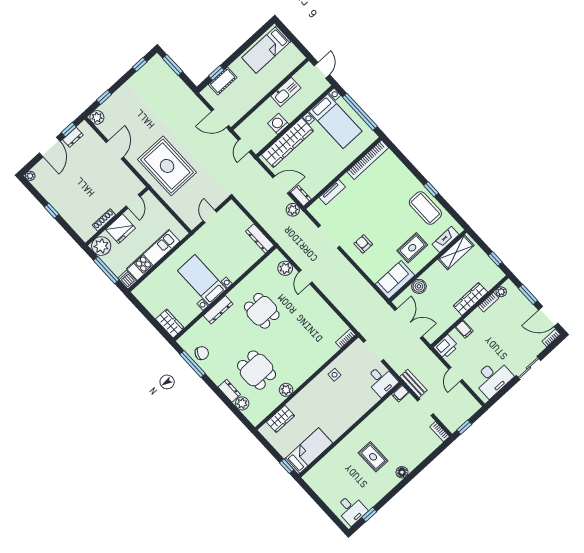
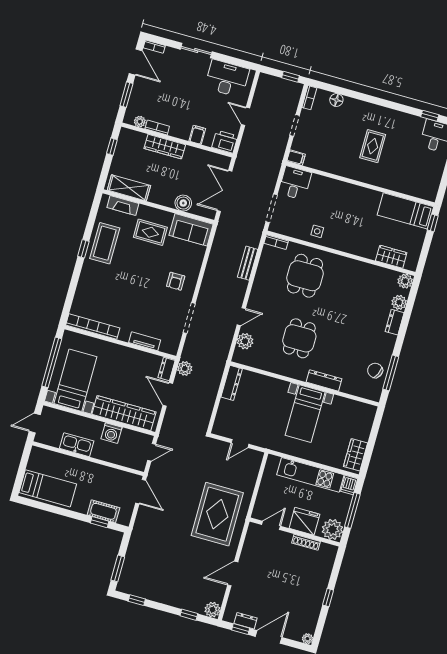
wardrobe: (170, 324) -> (356, 455), moved
dining table: (257, 370) -> (305, 276), moved
door: (455, 374) -> (245, 116), swing flipped
bench: (413, 383) -> (248, 263), moved
plant: (286, 390) -> (405, 281), moved
floor lamp: (402, 472) -> (336, 100), moved

